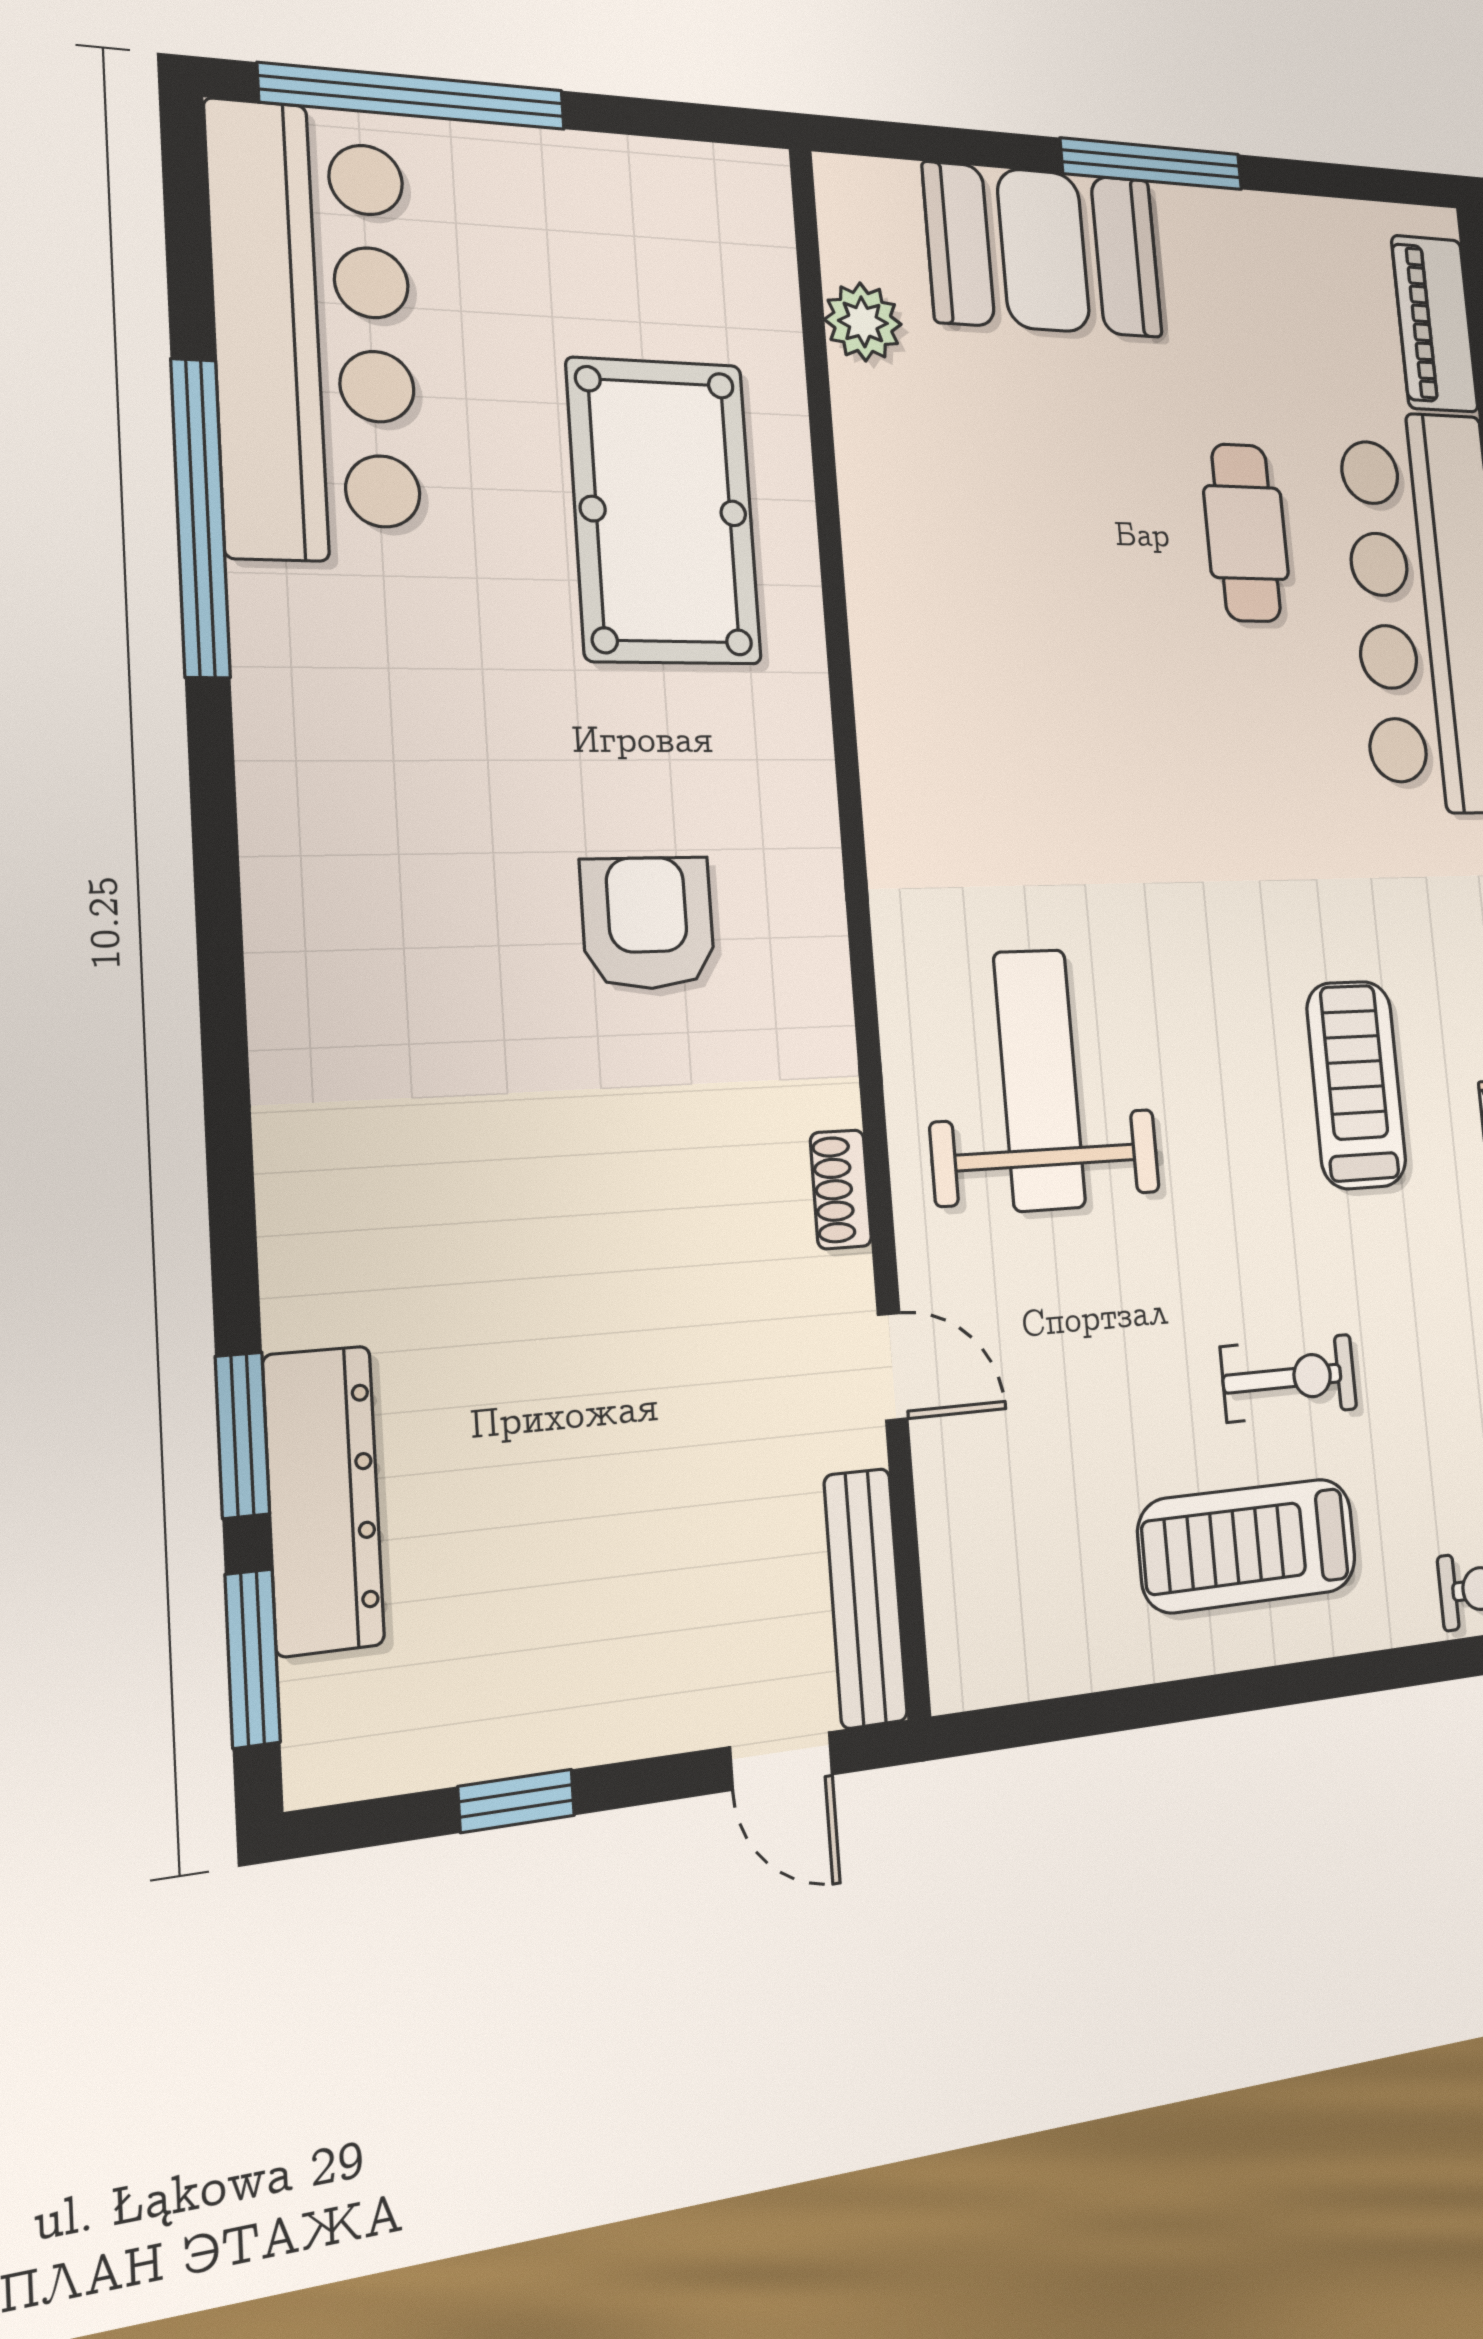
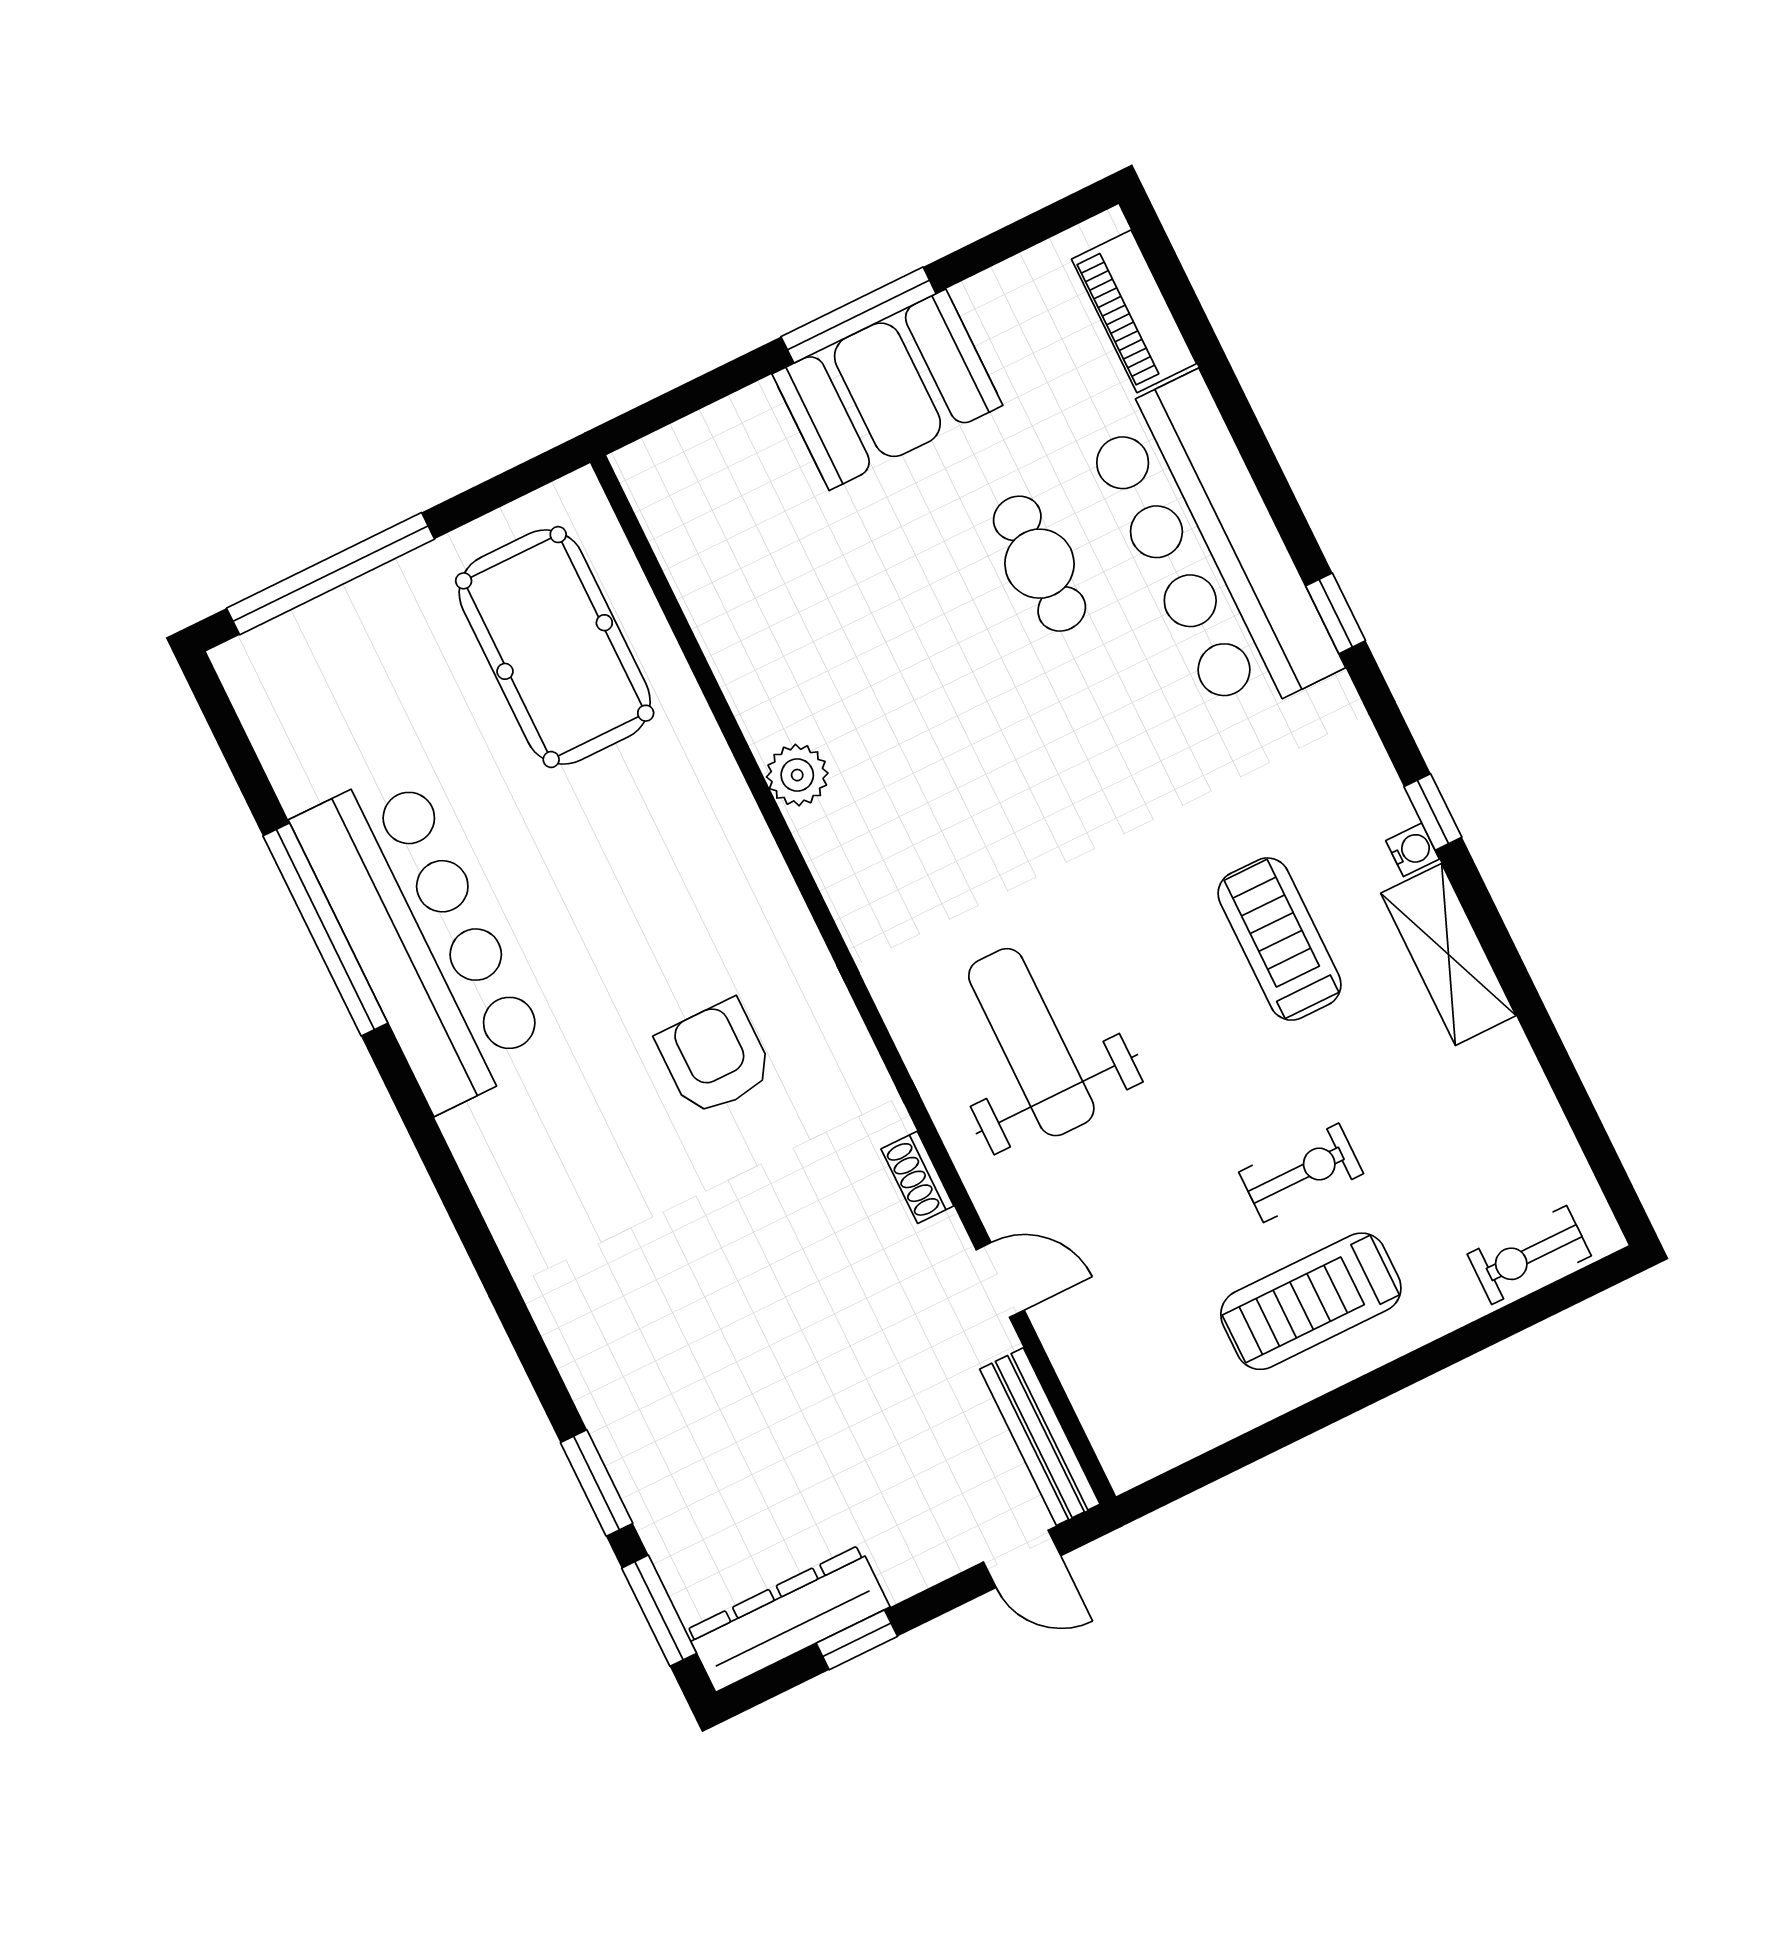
booth: (1043, 250) -> (887, 390), moved
plant: (863, 322) -> (797, 775), moved
bar counter: (314, 331) -> (422, 939), moved
pool table: (664, 511) -> (555, 647), moved
dresser: (323, 1500) -> (788, 1619), moved, turned -90

